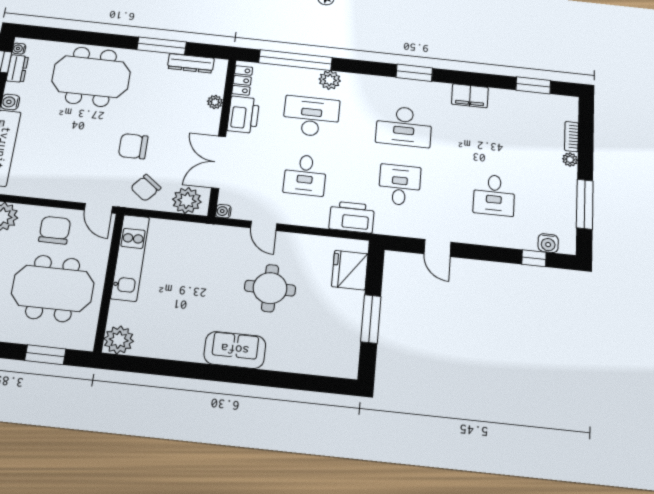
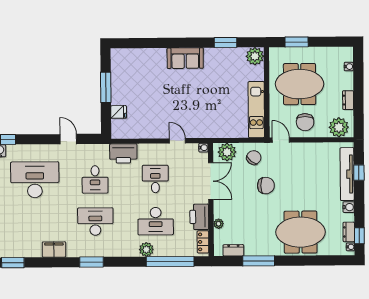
dresser: (191, 63) -> (233, 250), width x0.70
desk: (494, 195) -> (35, 180), width x1.87, depth x1.30
fridge: (350, 270) -> (119, 112), width x0.53, depth x0.75
round table: (270, 288) -> (169, 100), removed
window: (164, 367) -> (226, 42), added

